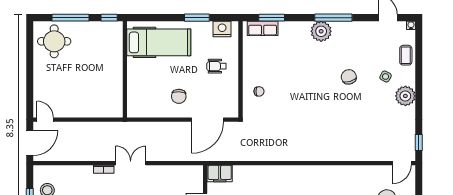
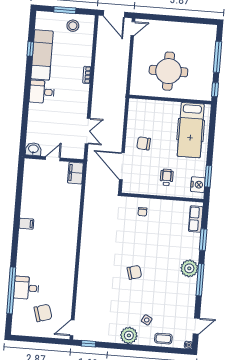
window: (197, 18) -> (208, 176), moved
window: (272, 18) -> (203, 240), moved
round table: (54, 41) -> (168, 71), moved, width x1.36, depth x1.36
chair: (349, 77) -> (134, 272), moved
double door: (131, 163) -> (88, 131), moved
door: (402, 163) -> (72, 328), hinge flipped

